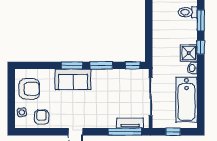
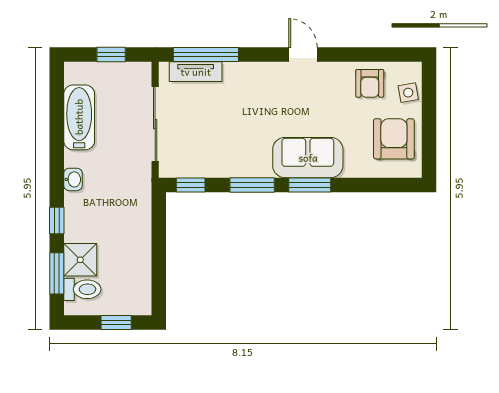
shower: (189, 53) -> (80, 260), moved
armchair: (29, 89) -> (394, 139), turned 90
bathtub: (186, 100) -> (79, 117), width x0.73, depth x0.73

